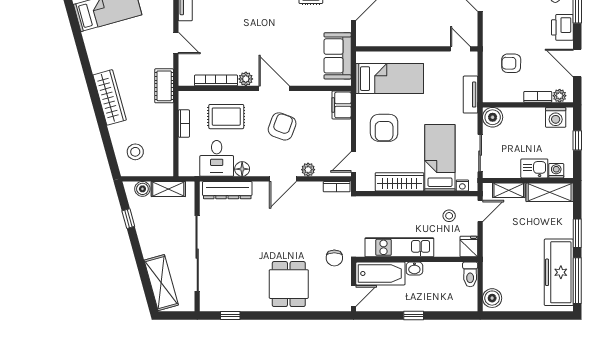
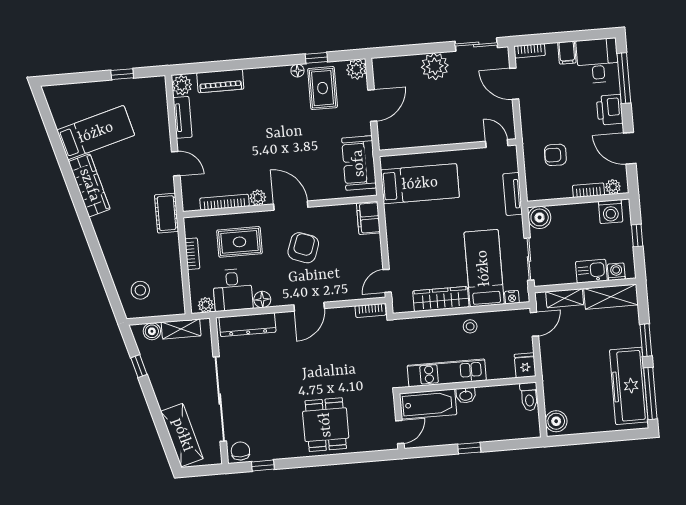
wardrobe: (110, 97) -> (89, 185), moved
armchair: (384, 128) -> (418, 240), removed
plant: (308, 170) -> (206, 305), moved
stool: (449, 216) -> (470, 326), moved
chair: (334, 258) -> (240, 451), moved, turned 180

